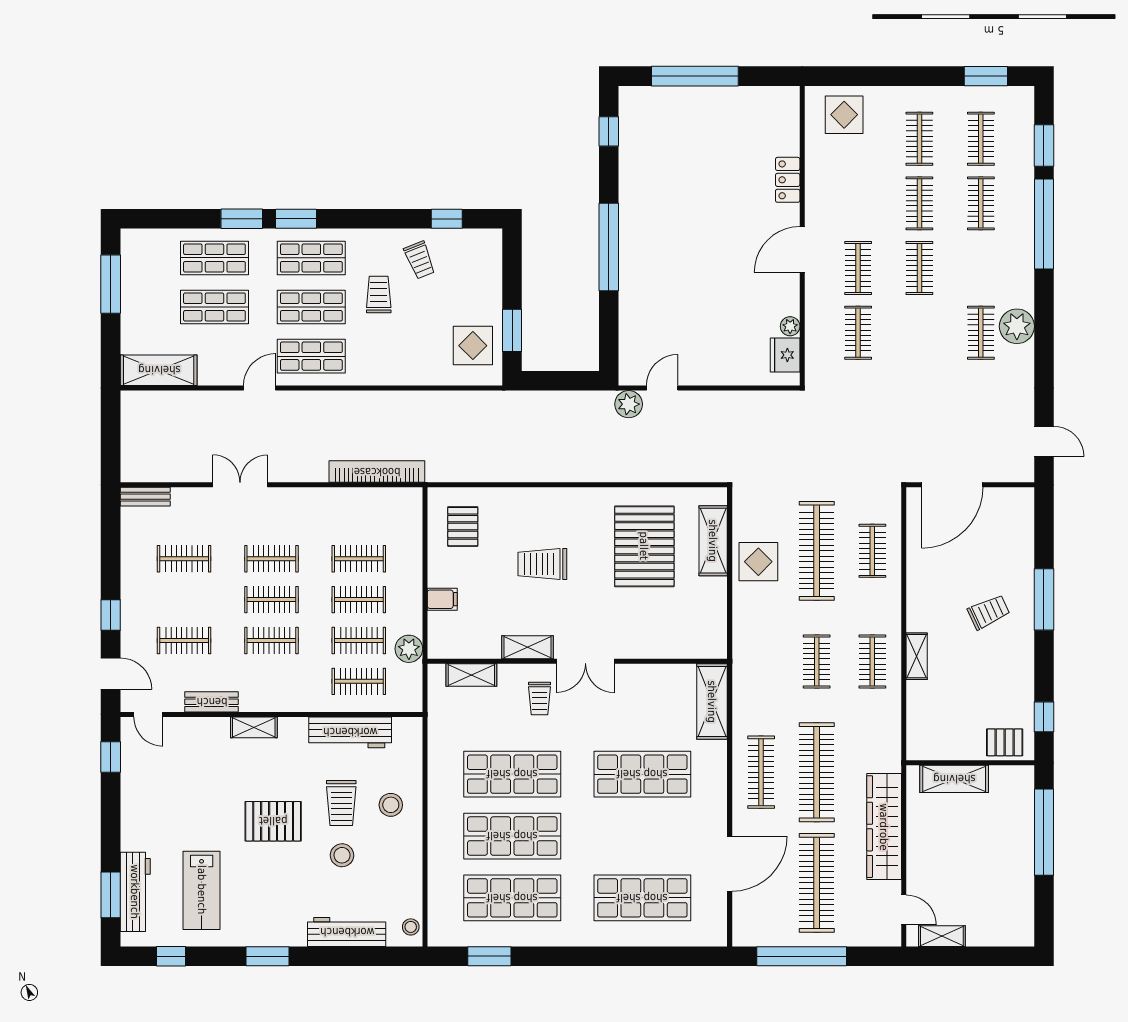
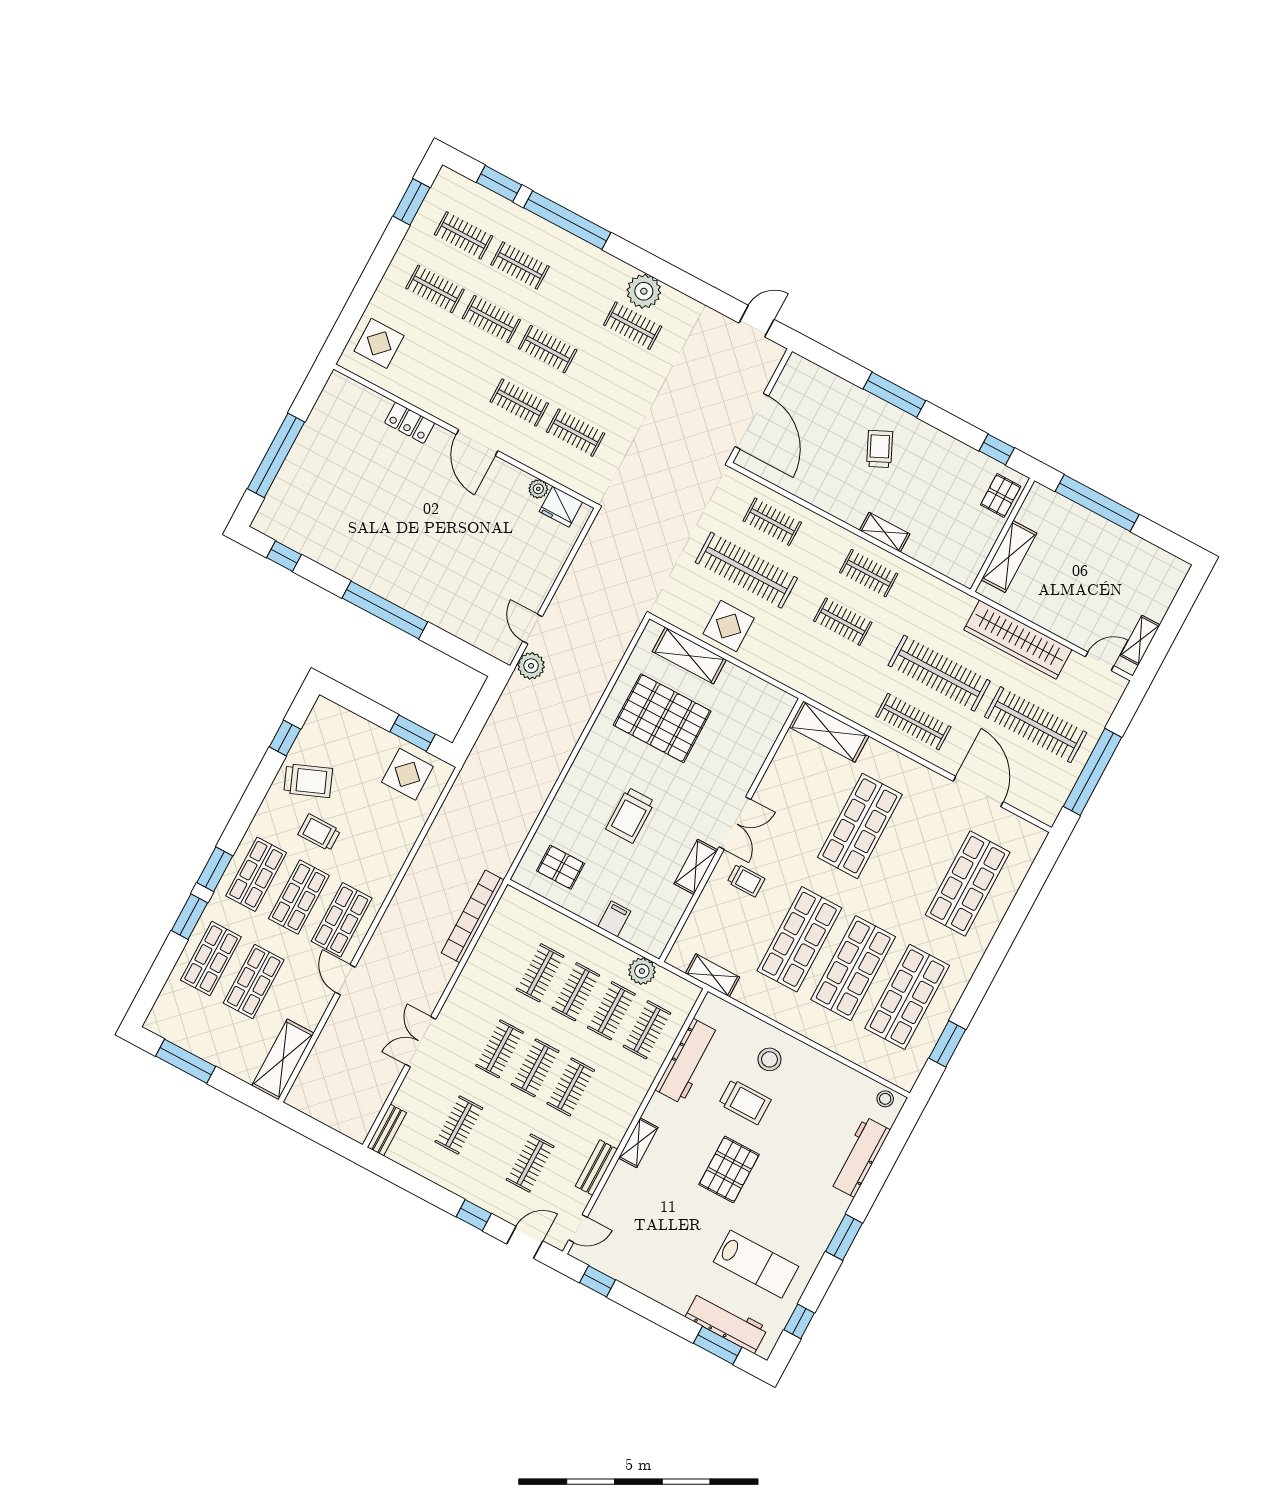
trolley: (420, 260) -> (308, 781), width x1.36, depth x1.39
shelving: (471, 675) -> (712, 975), moved, turned 90
stool: (342, 855) -> (791, 1125), removed

